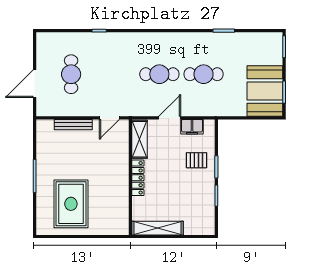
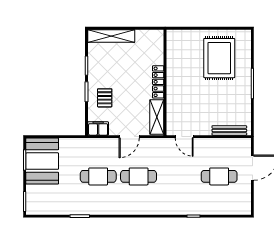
cafe table: (71, 74) -> (219, 176), turned 90
door: (109, 118) -> (184, 137), swing flipped
bench: (73, 125) -> (229, 130), moved
filing cabinet: (192, 127) -> (98, 128), moved
pallet: (196, 160) -> (105, 98), turned 90
shelving: (157, 228) -> (111, 36), moved

